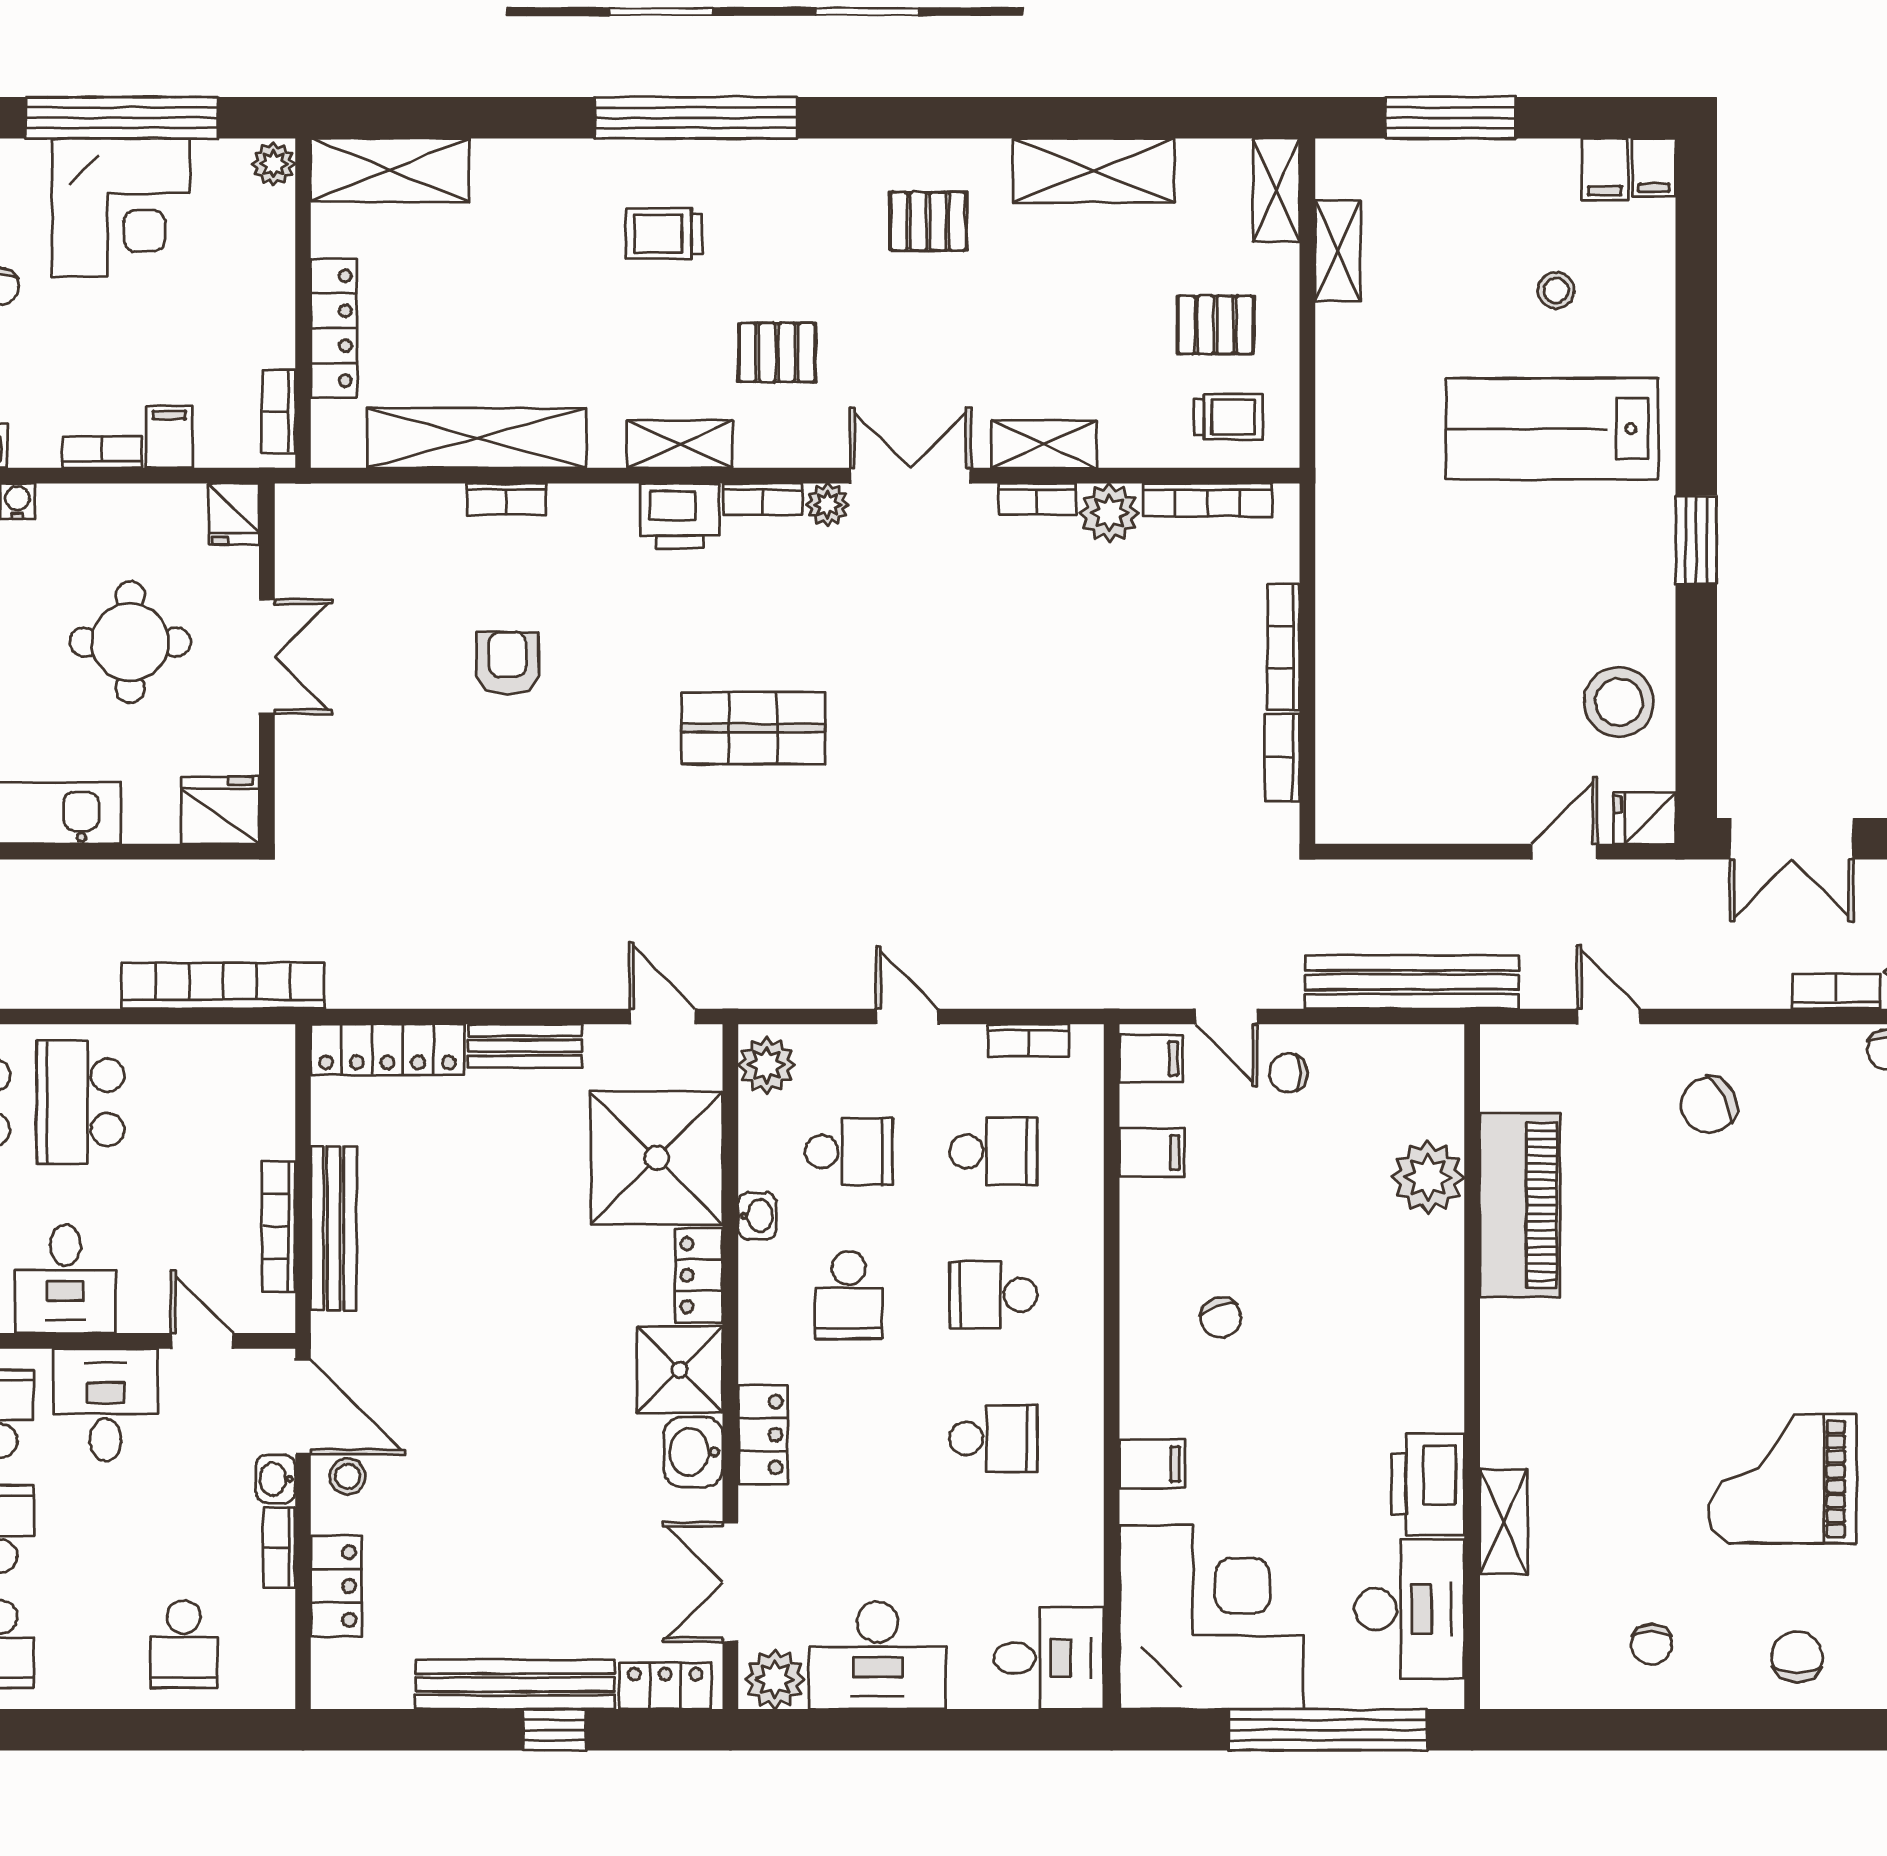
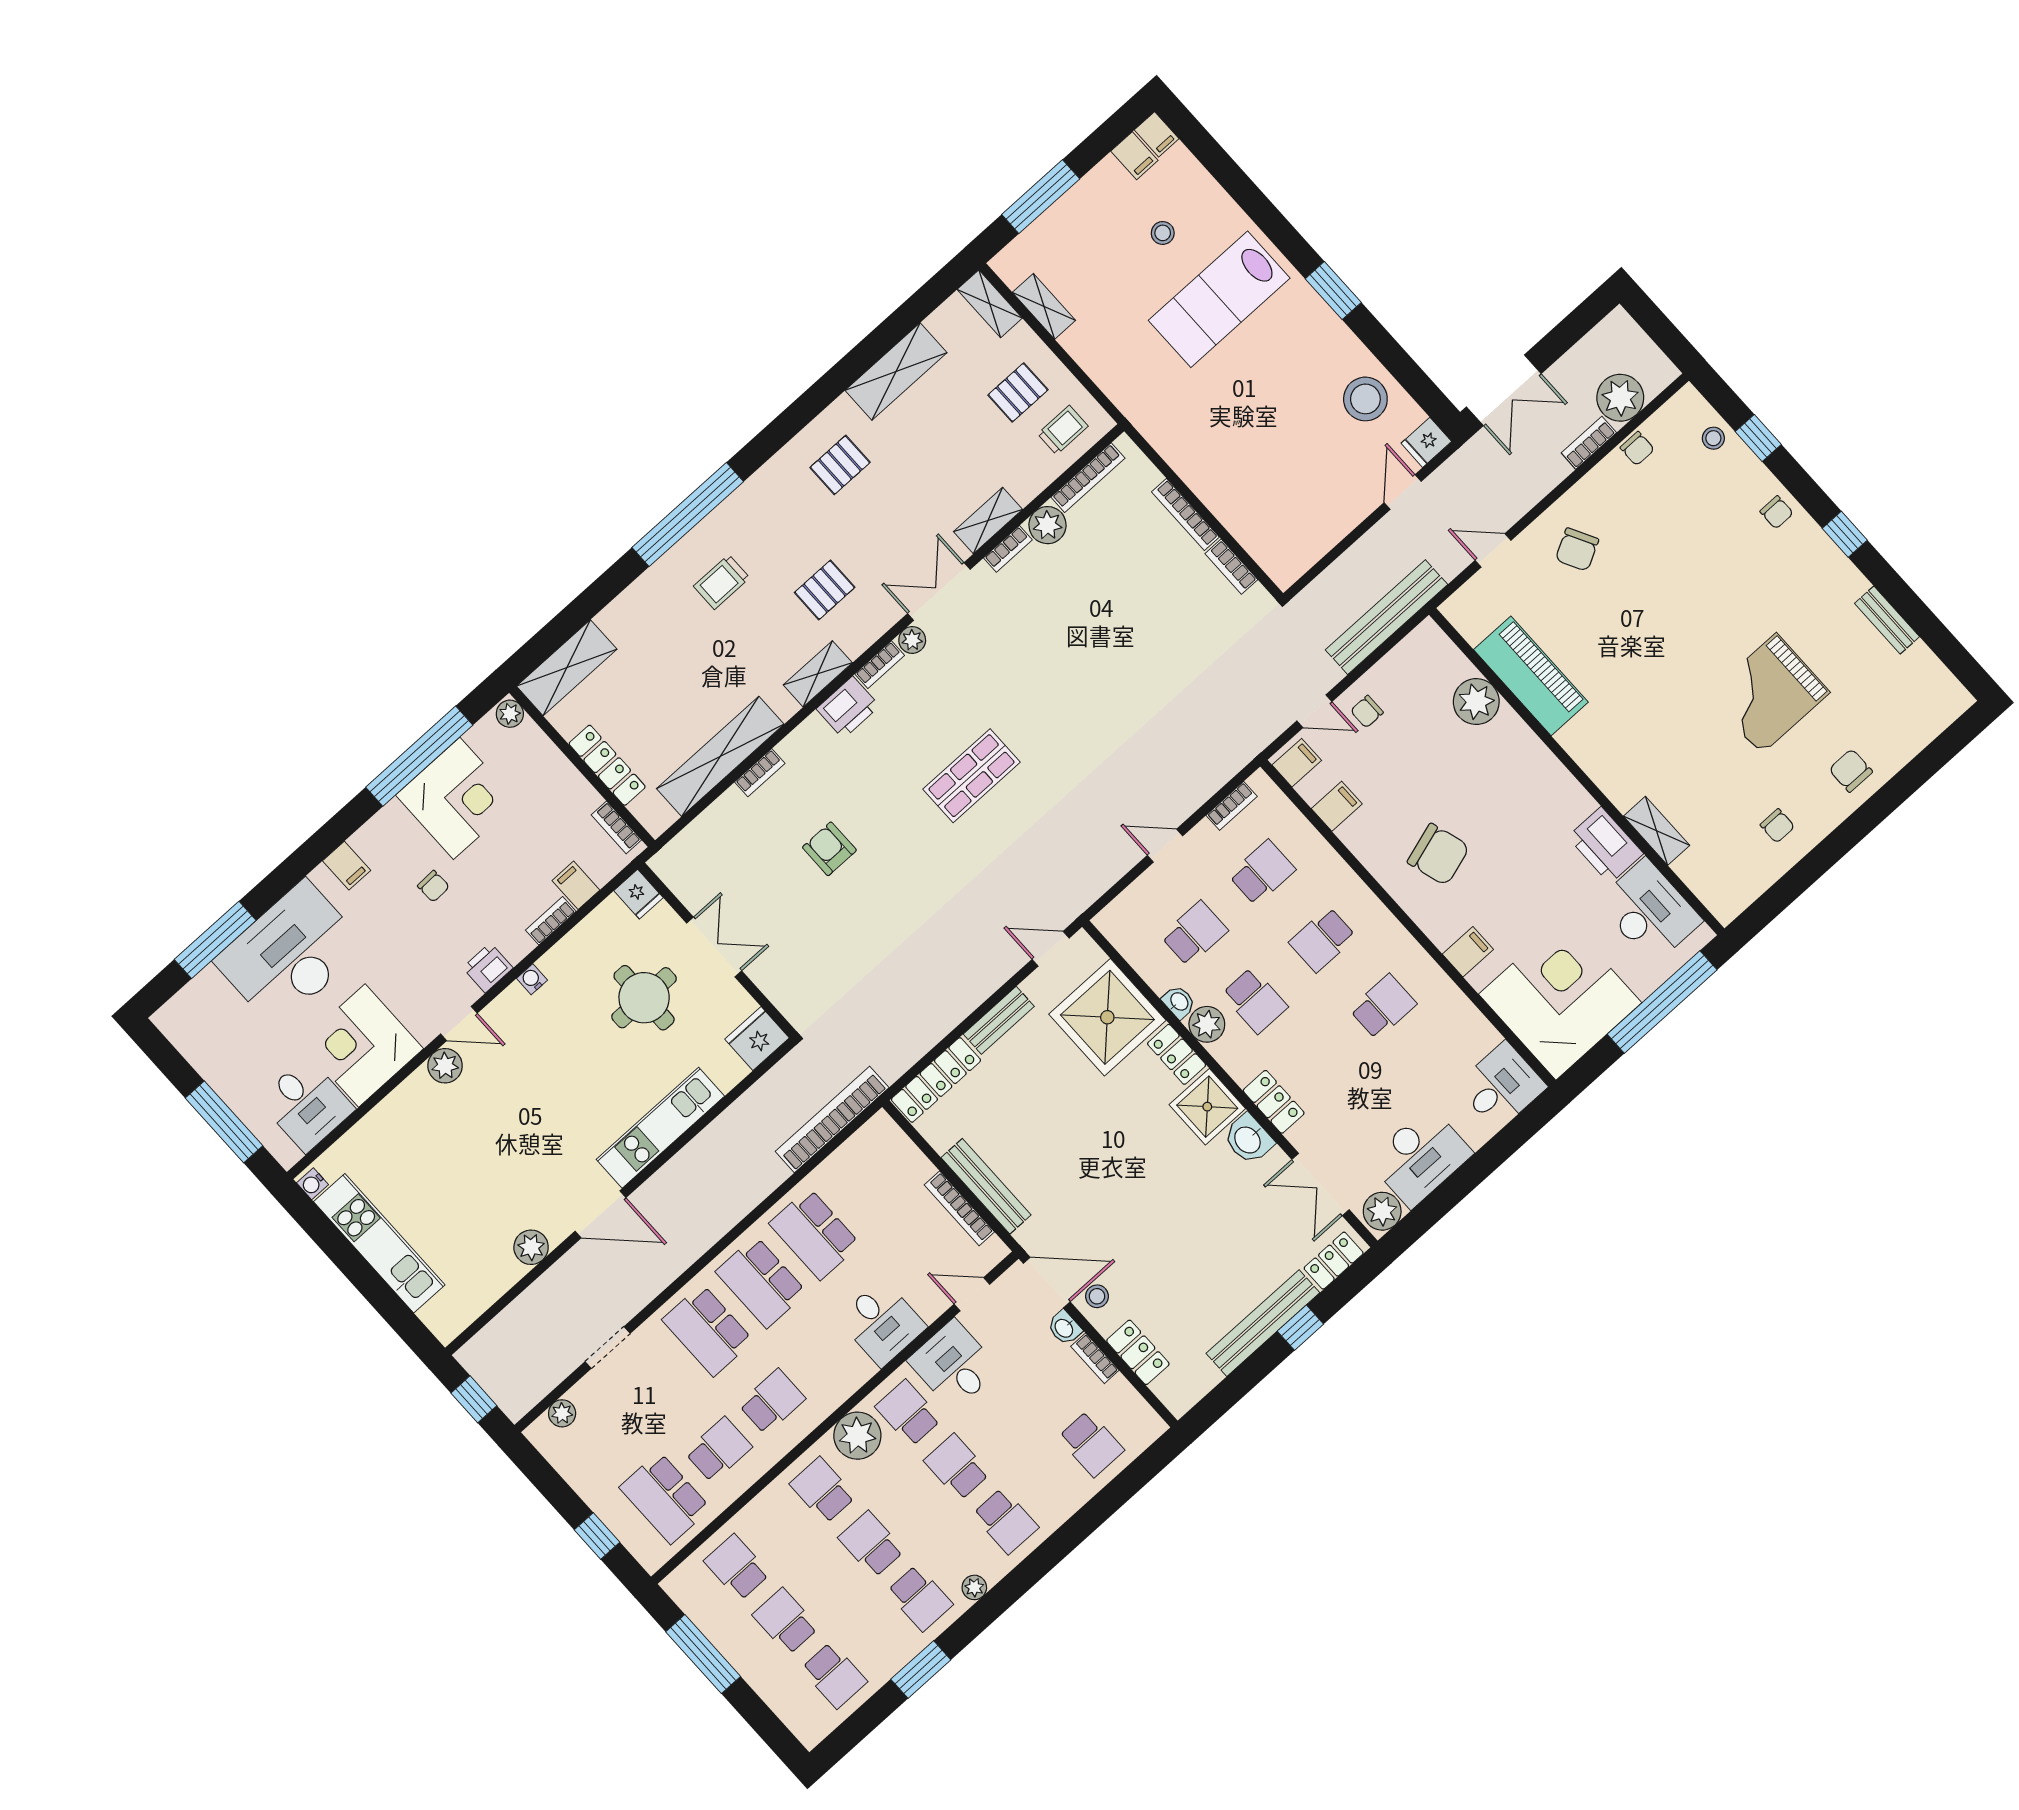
plant: (767, 1065) -> (1207, 1024), moved
chair: (1221, 1318) -> (1438, 854), width x1.87, depth x1.87

